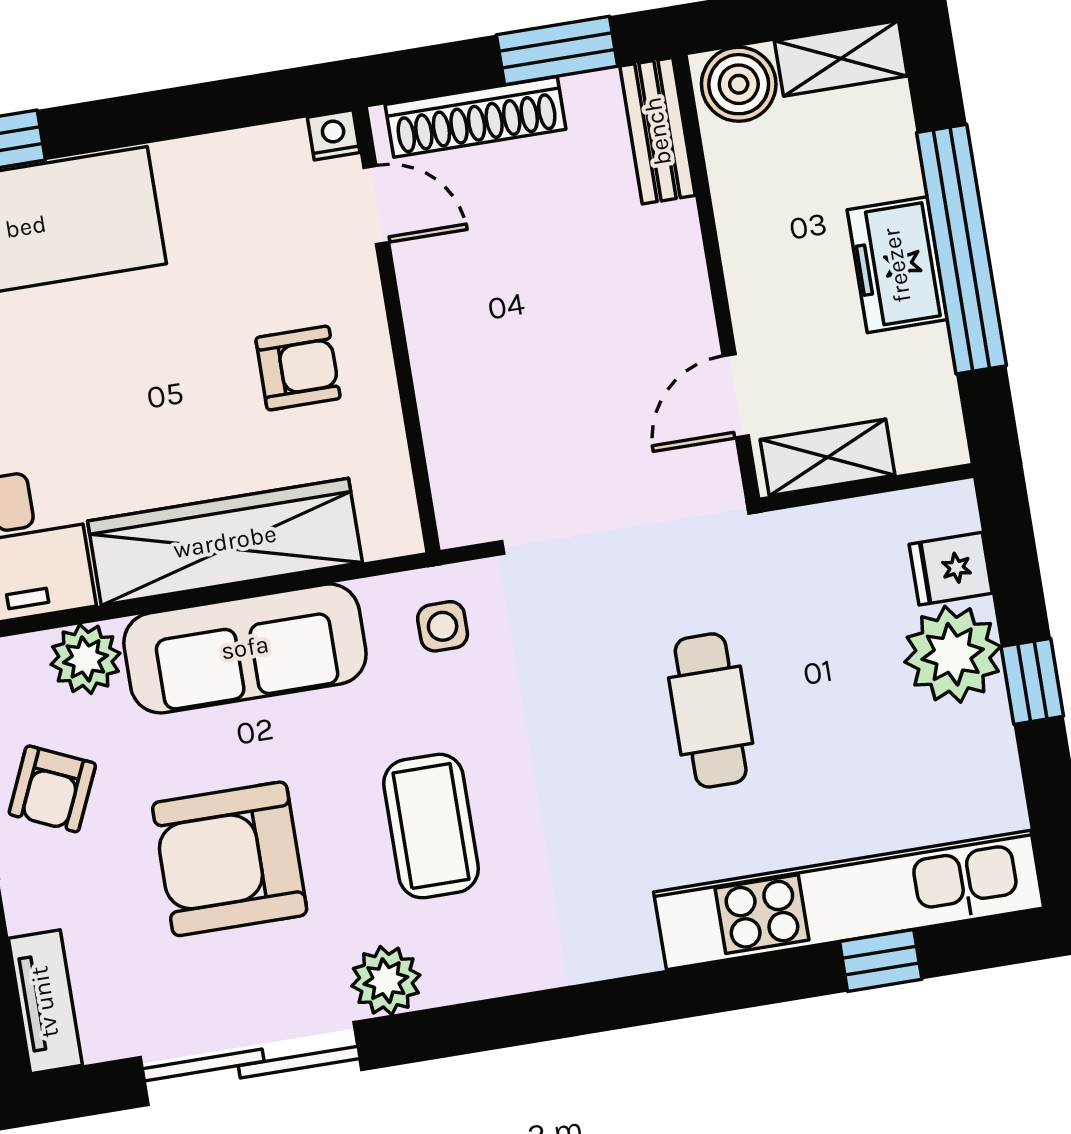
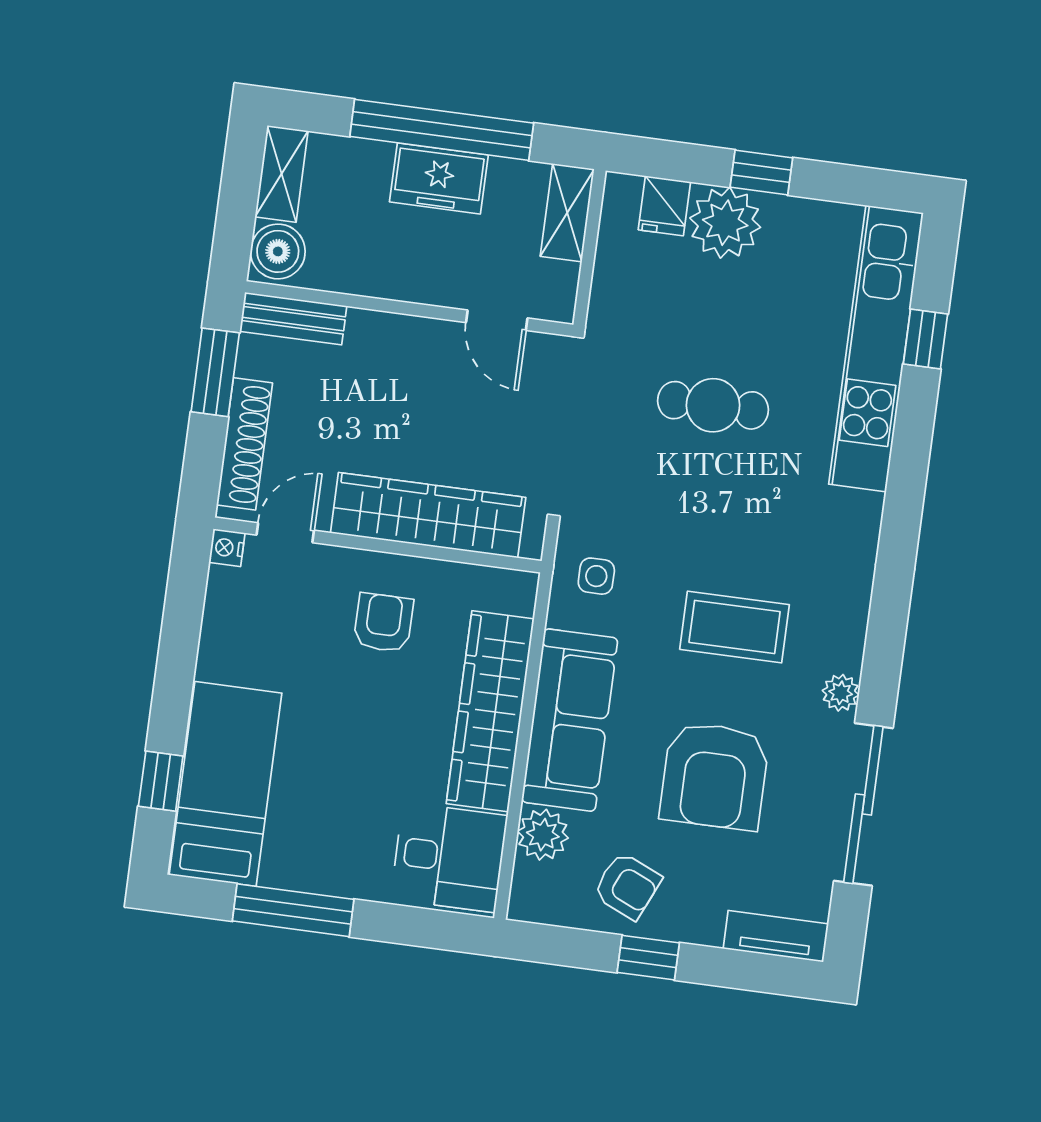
wardrobe: (455, 384) -> (428, 515), added
shelving: (827, 457) -> (567, 213), moved
plant: (386, 981) -> (841, 693), width x0.73, depth x0.73

